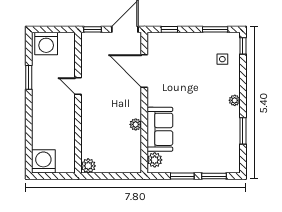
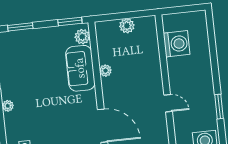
washing machine: (43, 161) -> (177, 44), moved, turned -90
plant: (88, 166) -> (127, 26), moved
window: (182, 176) -> (70, 21), moved

